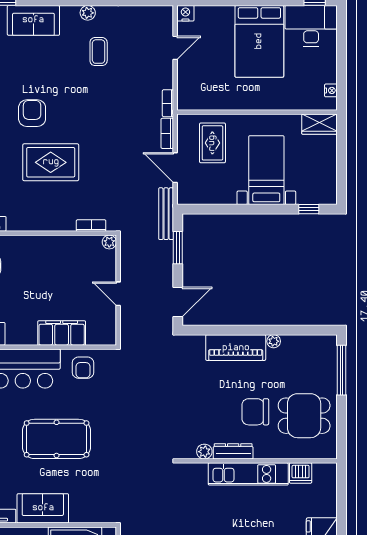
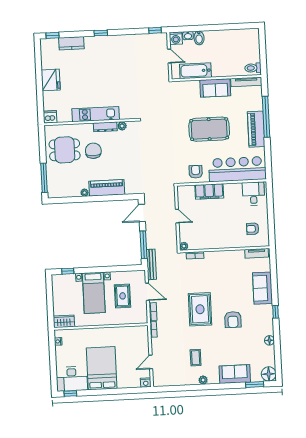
rug: (212, 143) -> (123, 296), moved
rug: (51, 162) -> (200, 309), moved, turned 90
window: (178, 248) -> (144, 245), width x1.44
chair: (255, 412) -> (93, 151), turned -90
dishwasher: (301, 473) -> (50, 117), moved

